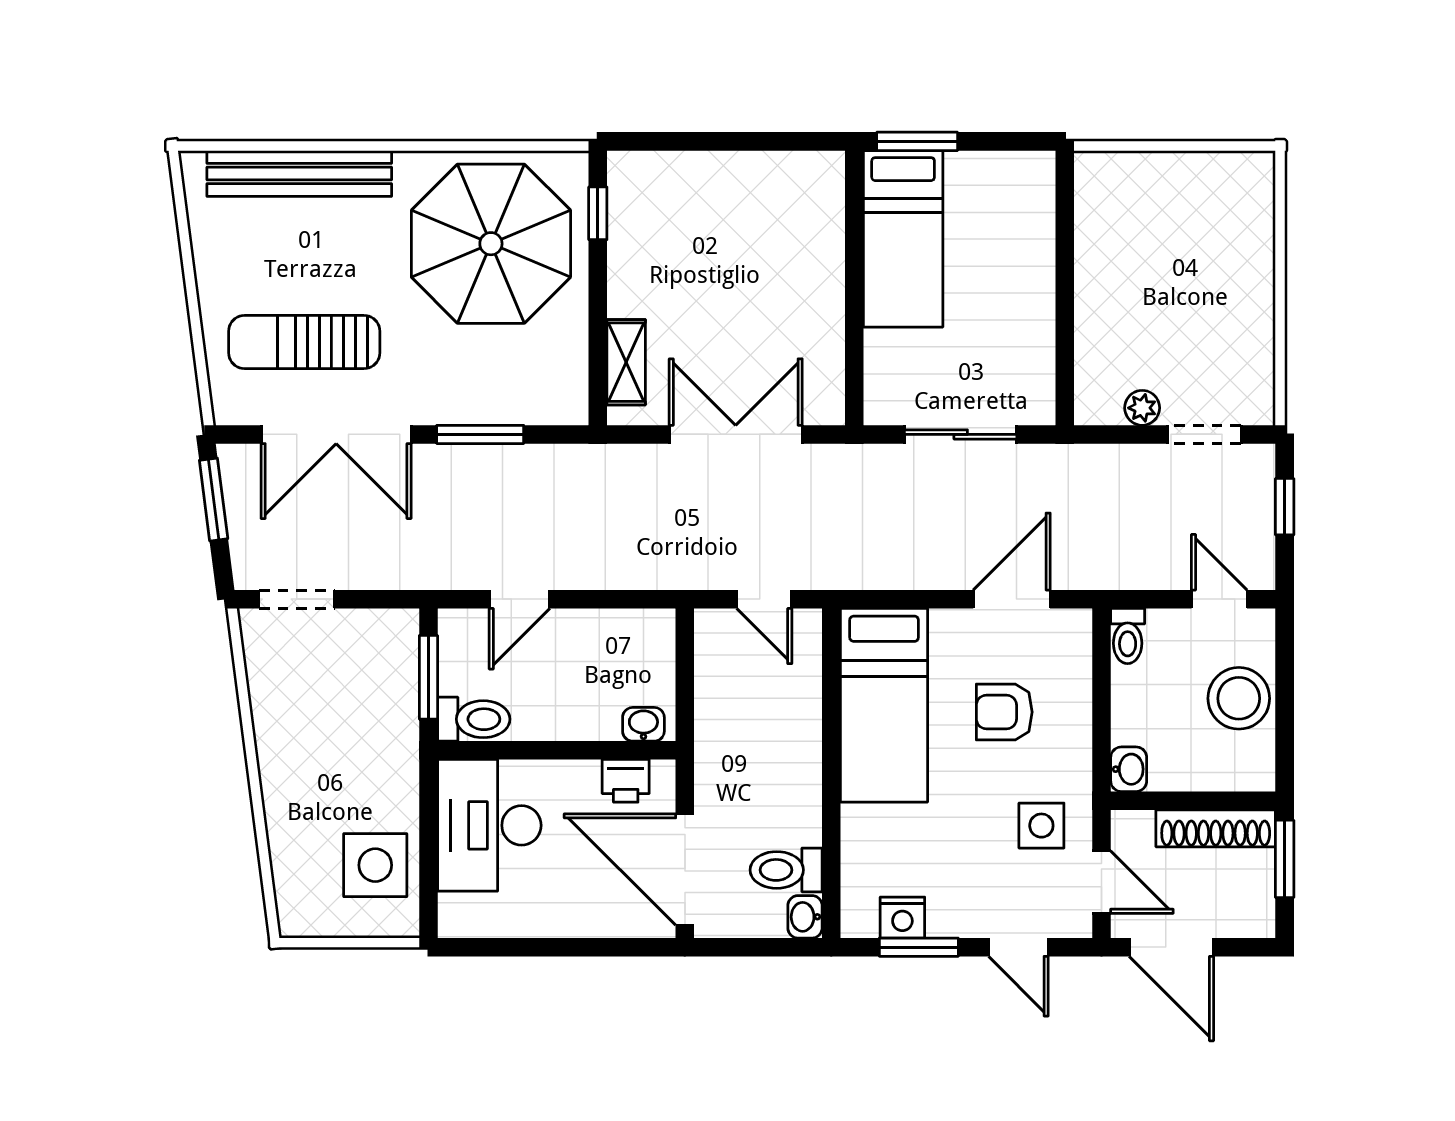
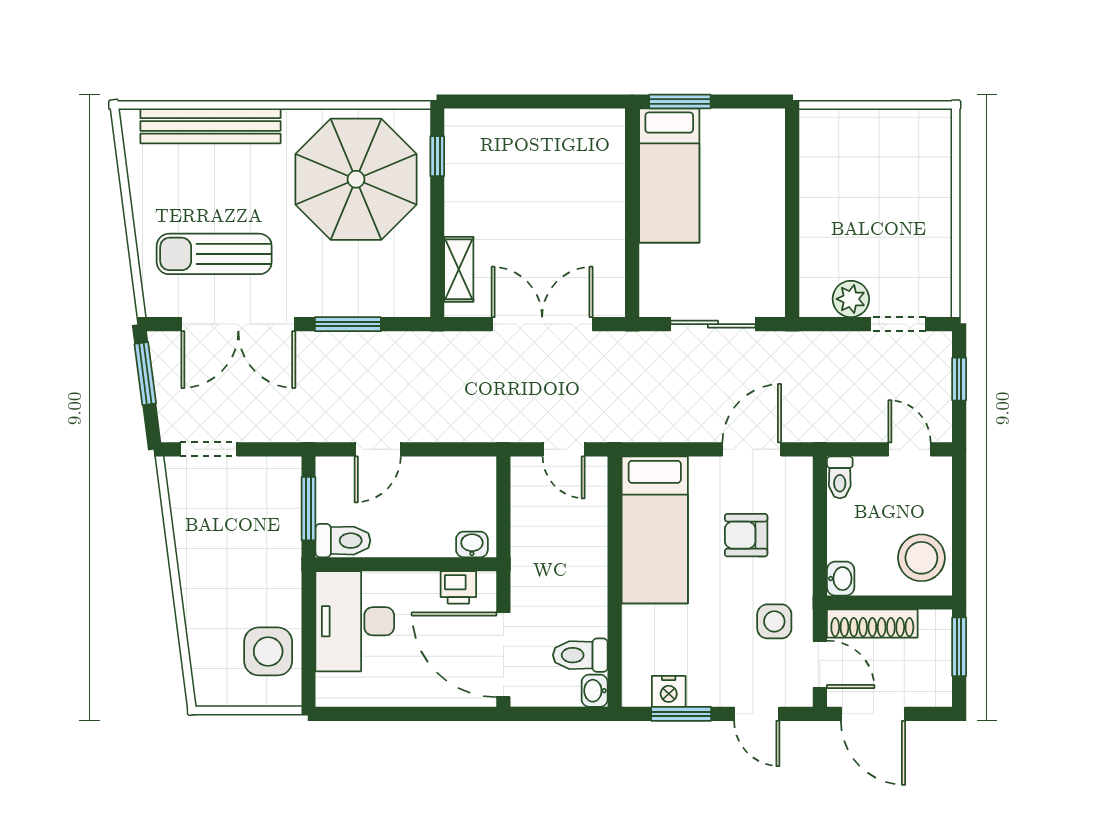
plant: (1142, 408) -> (851, 299), width x1.38, depth x1.38
stool: (1239, 698) -> (921, 558), moved
shoe rack: (1216, 828) -> (872, 623), moved

